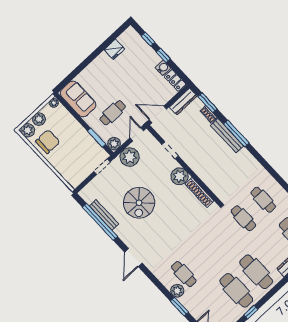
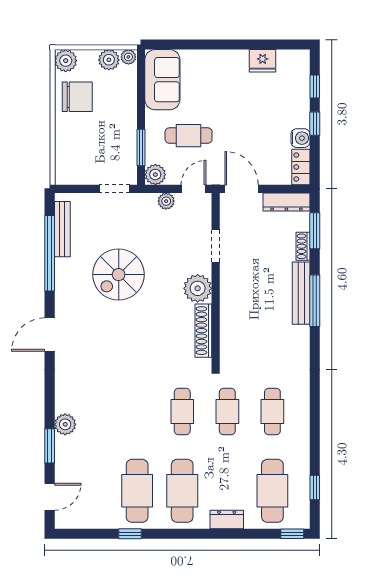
plant: (39, 119) -> (109, 60), moved
plant: (130, 157) -> (166, 201), width x0.53, depth x0.53
bench: (104, 215) -> (62, 229), moved
cafe table: (184, 274) -> (182, 412), moved

